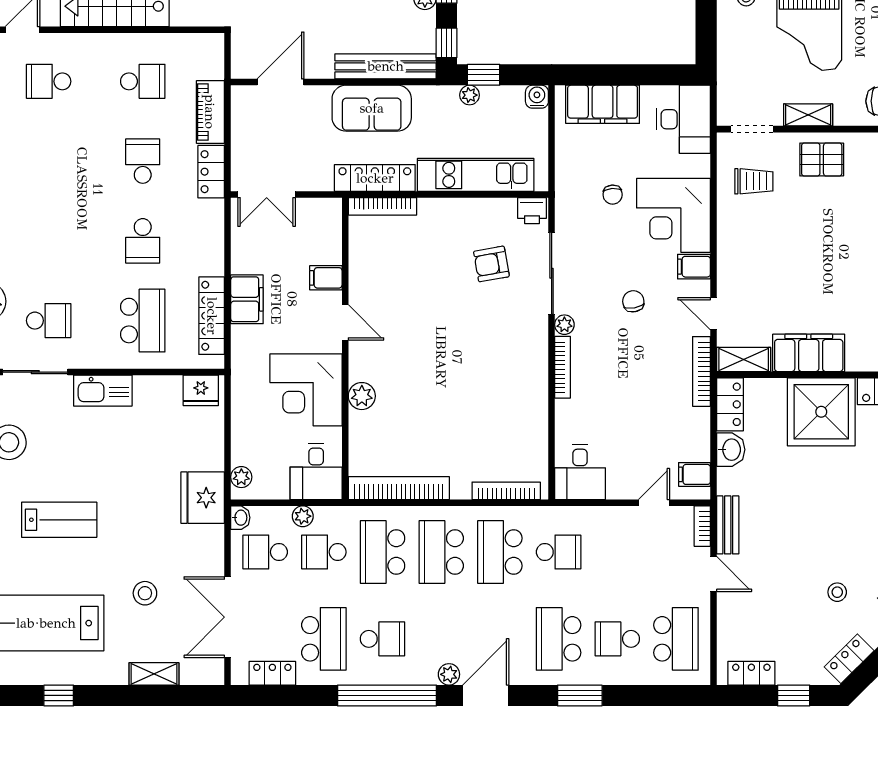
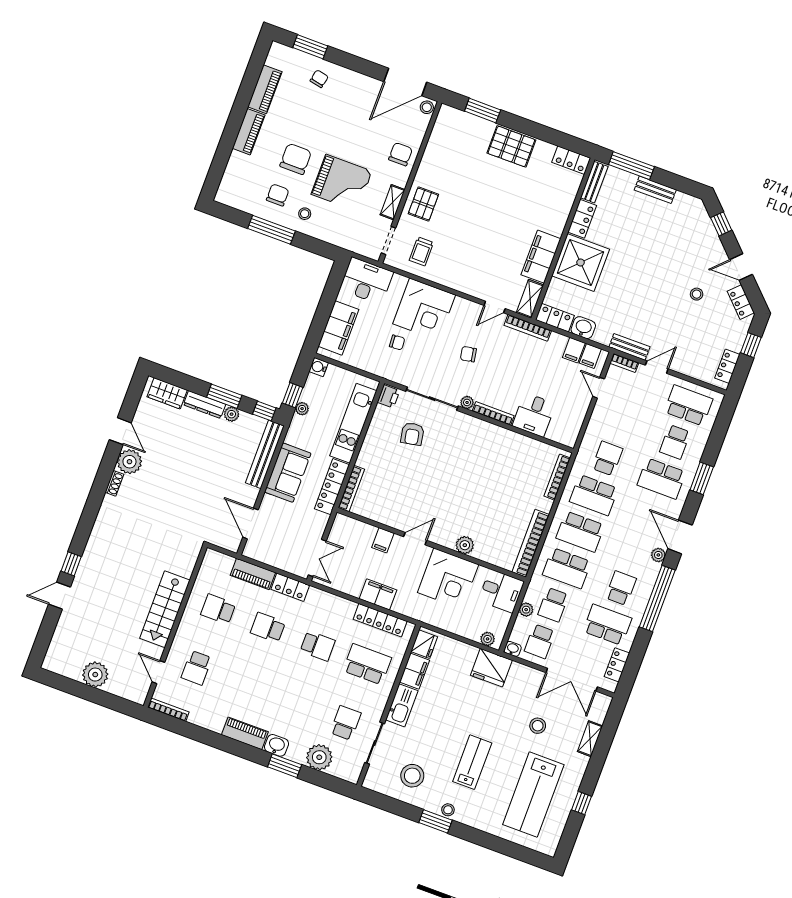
school desk: (143, 81) -> (218, 609), turned -90
trolley: (754, 181) -> (421, 251), turned 180
filing cabinet: (694, 267) -> (574, 350), moved
filing cabinet: (158, 391) -> (415, 671), added
desk: (580, 472) -> (534, 415), moved, turned 90

